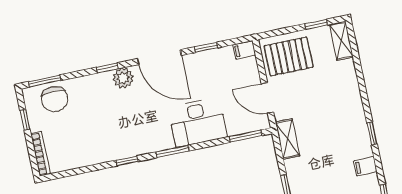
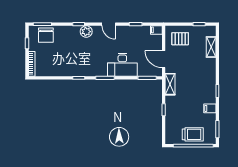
shelving: (341, 41) -> (211, 47), moved
pallet: (289, 56) -> (180, 39), width x0.67, depth x0.71
door: (159, 57) -> (109, 24), width x0.53

